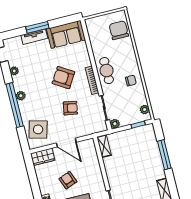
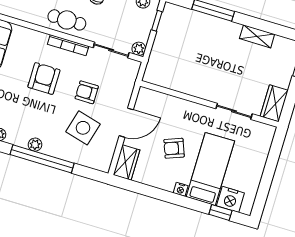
armchair: (63, 78) -> (44, 79), turned 148
armchair: (70, 108) -> (87, 92), turned -100
side table: (38, 129) -> (83, 128), moved
shelving: (104, 146) -> (158, 79), removed

